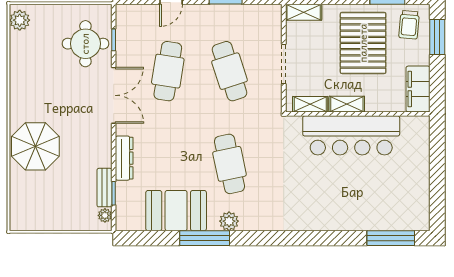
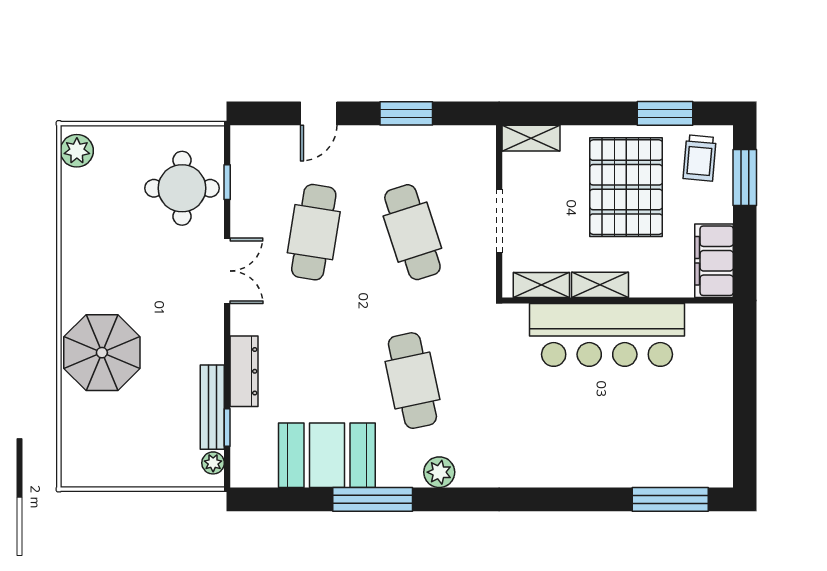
double door: (114, 95) -> (227, 271), width x0.73
bench: (104, 188) -> (212, 407), width x1.36
plant: (229, 221) -> (439, 472), moved

